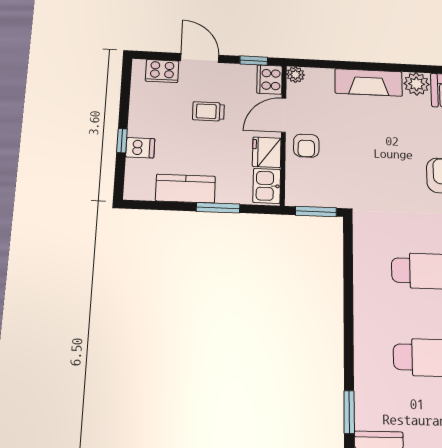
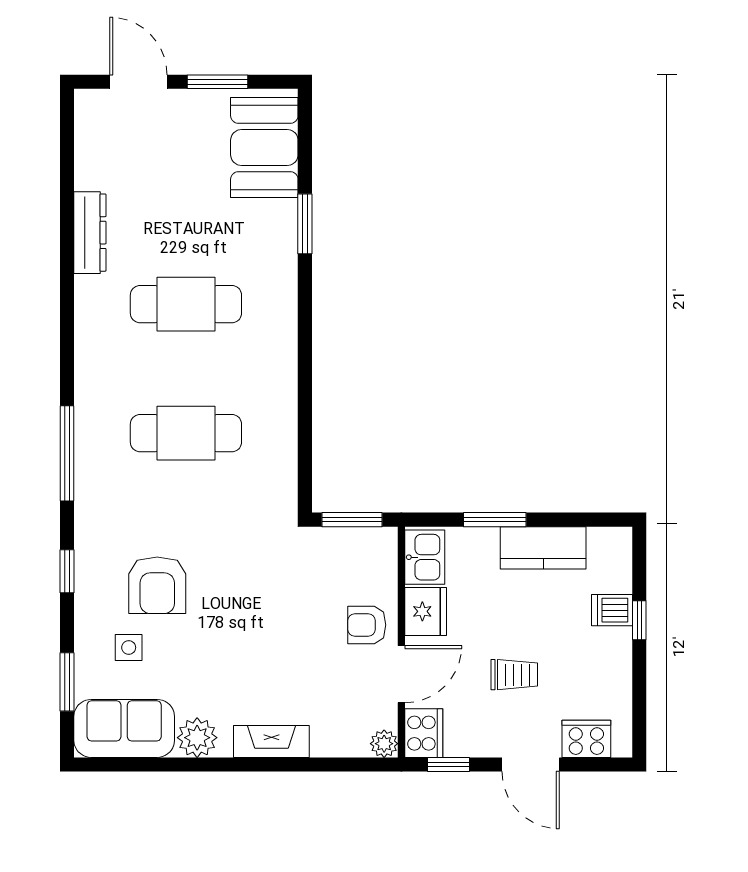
fireplace: (369, 82) -> (271, 741), width x0.73, depth x0.76
armchair: (306, 146) -> (367, 625), turned -90

